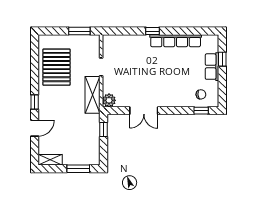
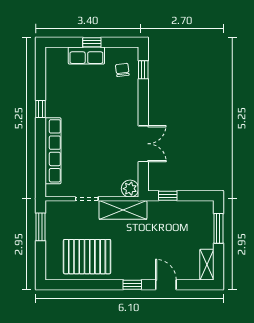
window: (152, 31) -> (40, 109), moved
row of seats: (176, 41) -> (53, 151), moved
window: (222, 59) -> (92, 42), moved

